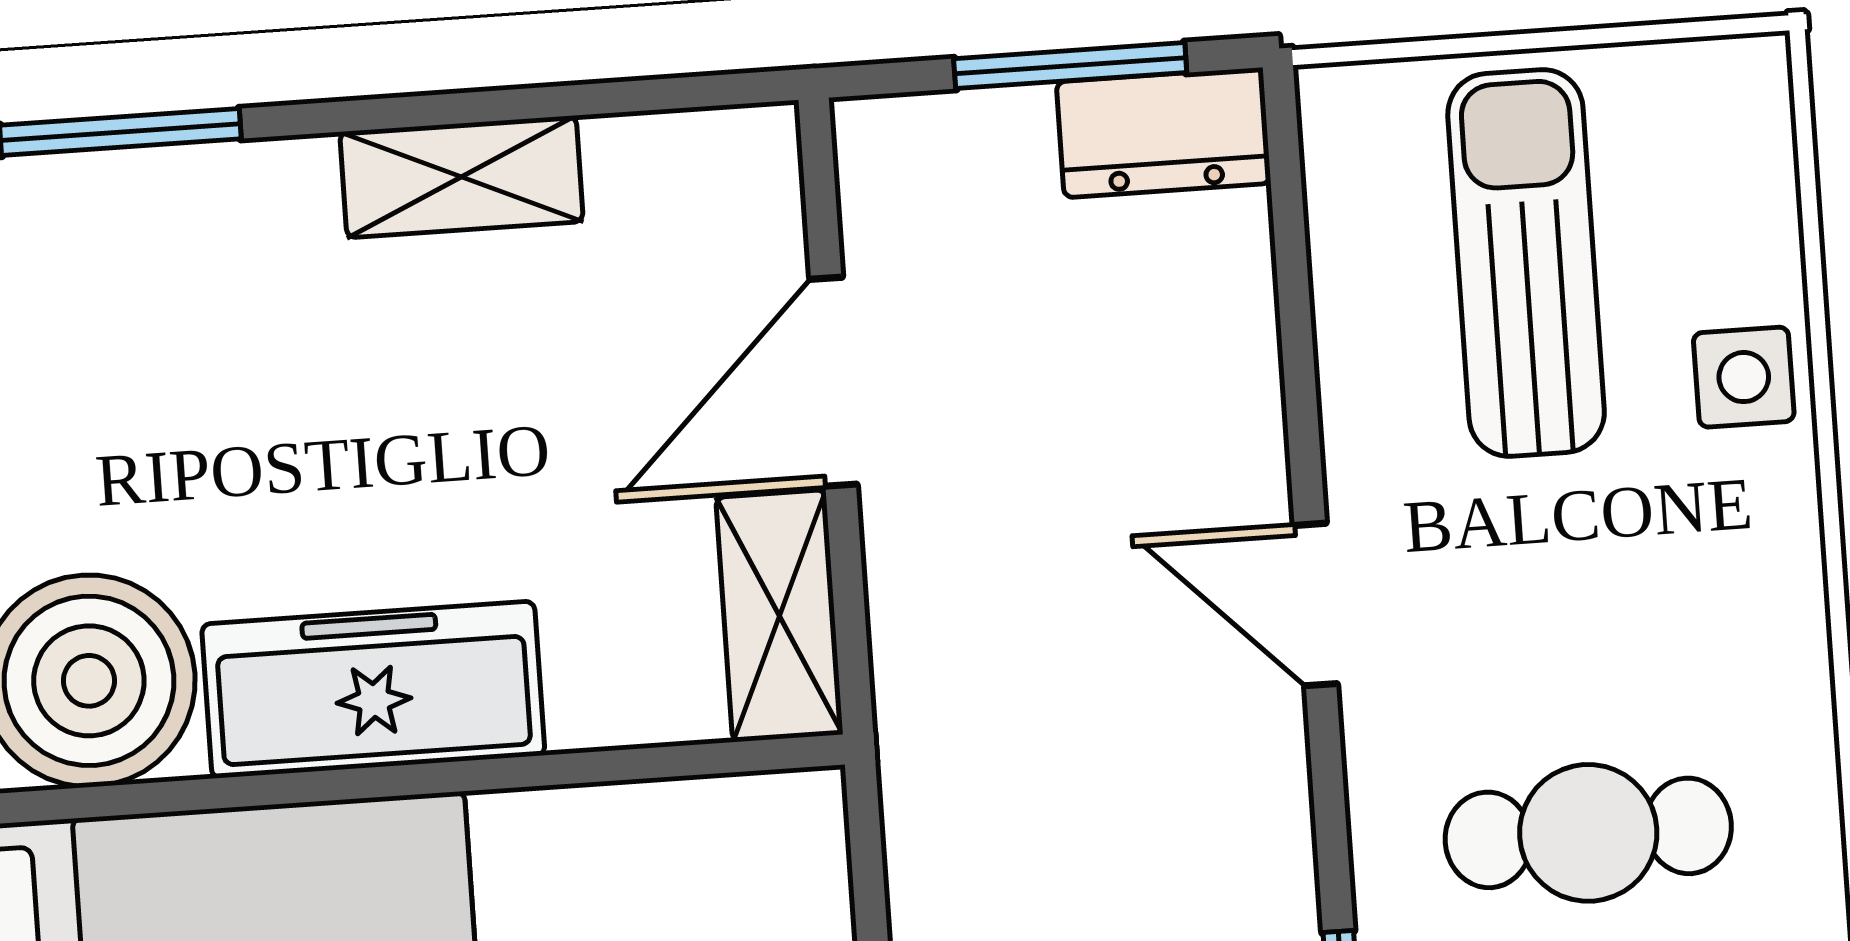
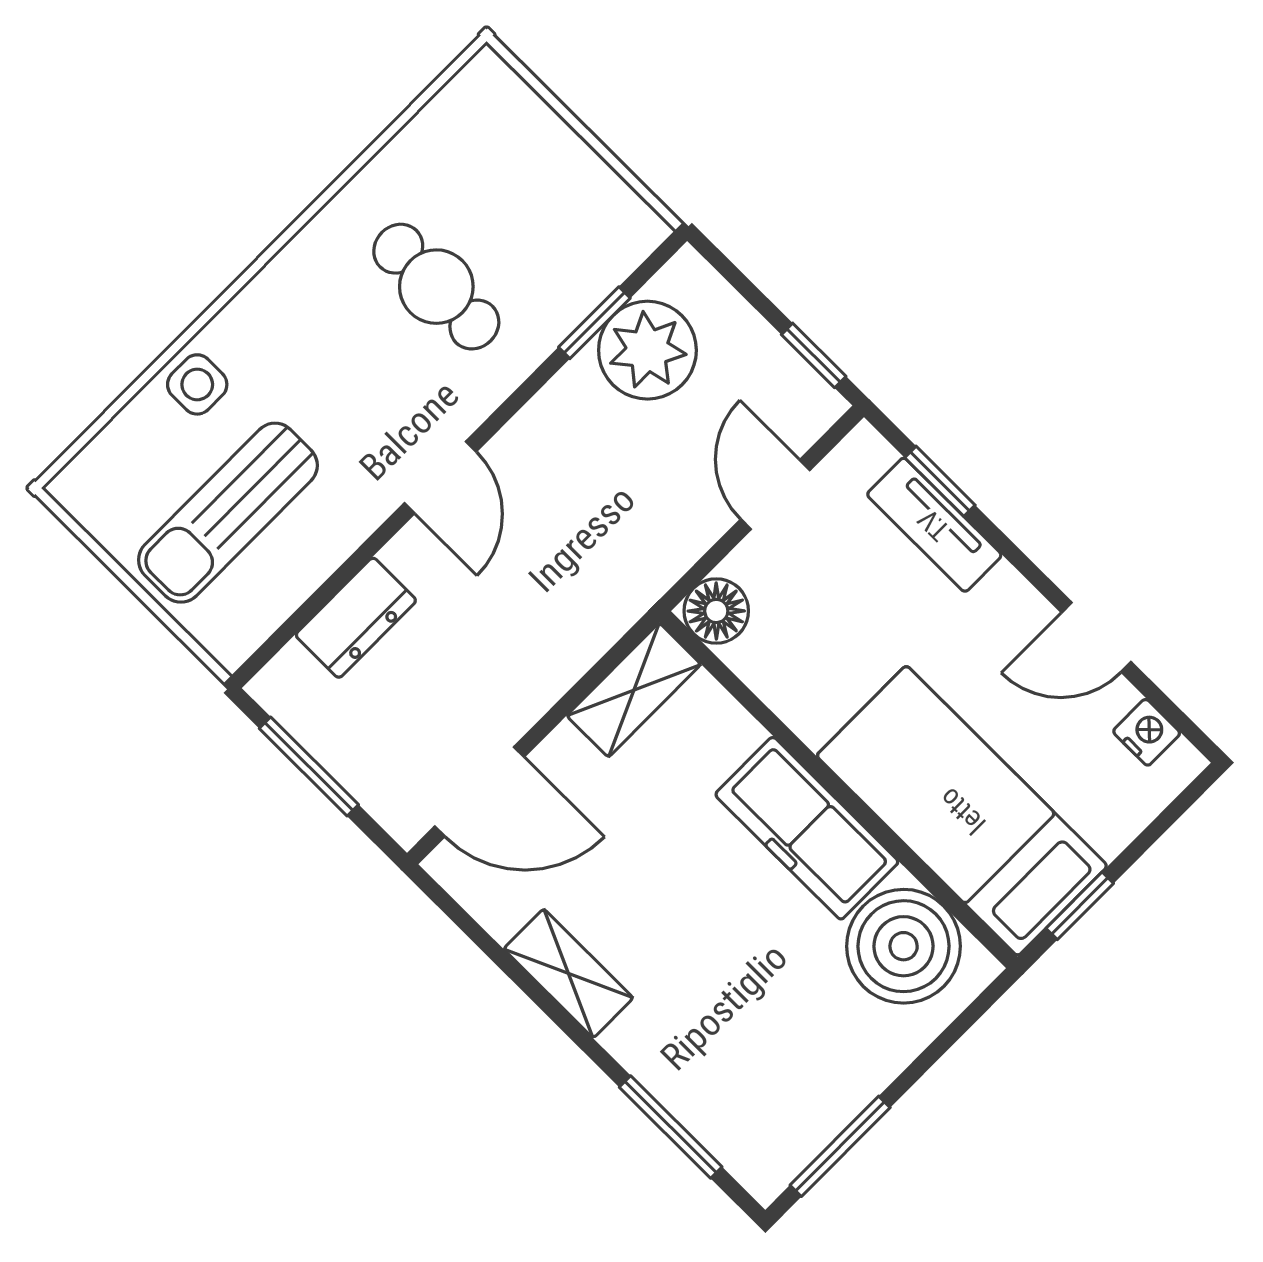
dresser: (1163, 133) -> (356, 618), moved, turned 90
door: (833, 382) -> (479, 792), moved
floor lamp: (789, 829) -> (716, 611), added

